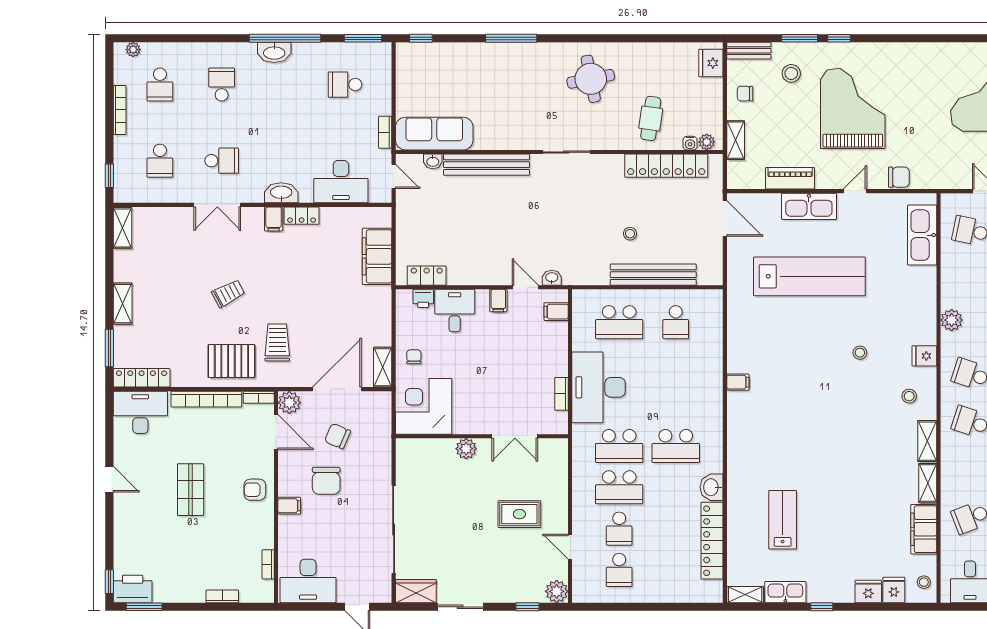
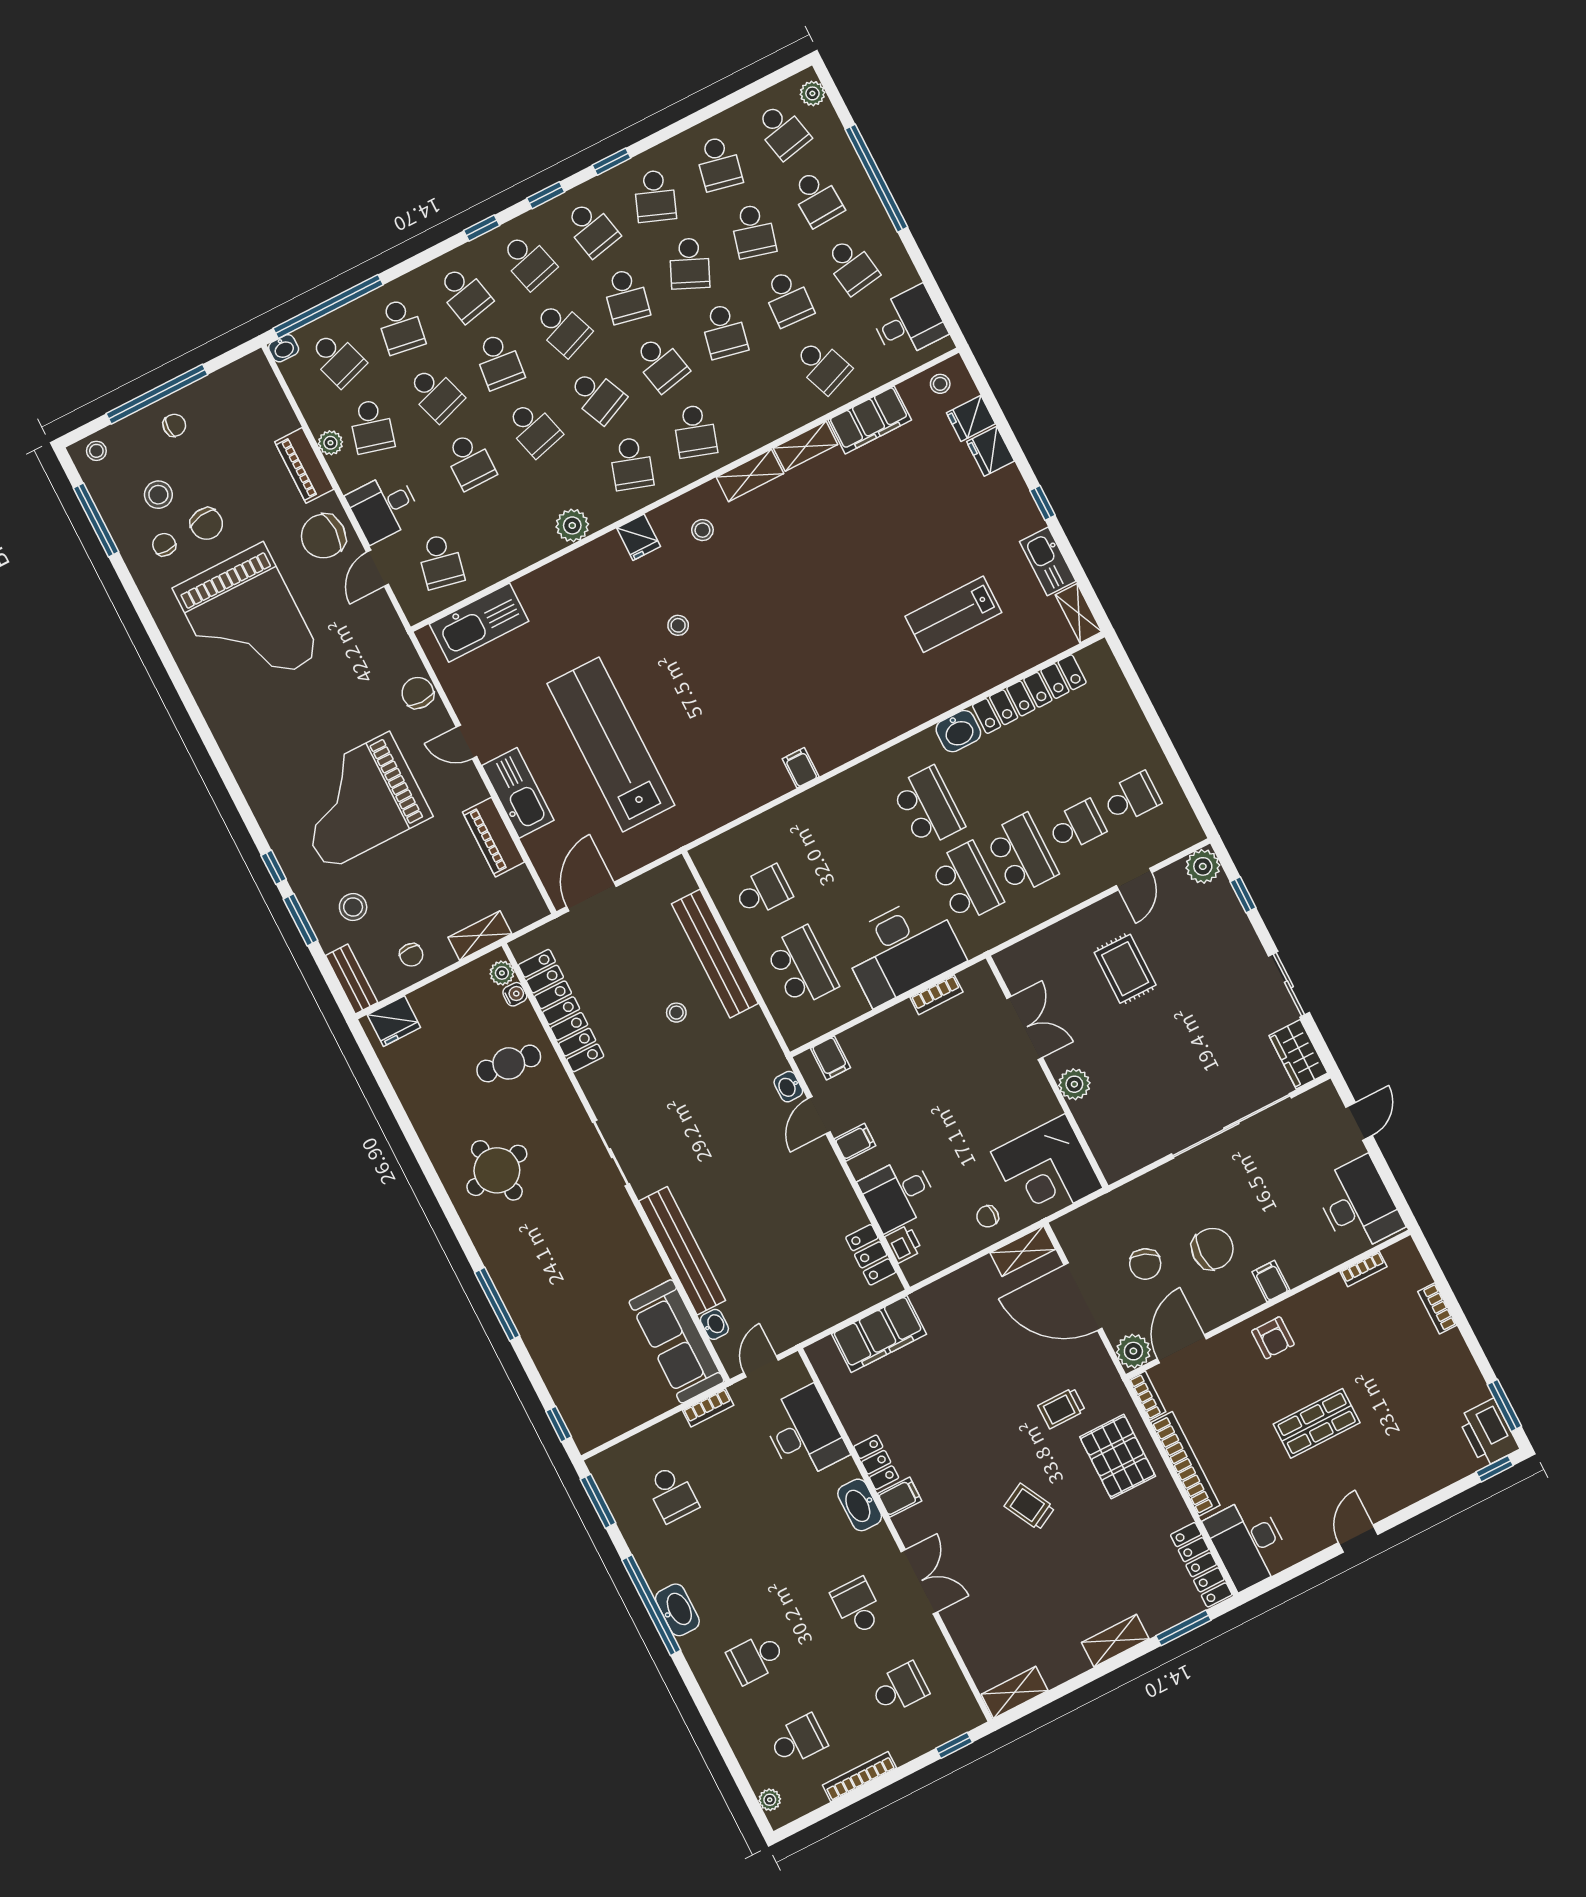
trolley: (277, 342) -> (1062, 1408), width x0.73, depth x0.72

